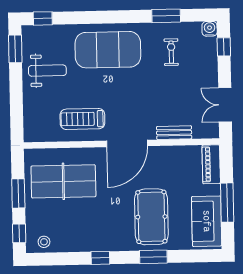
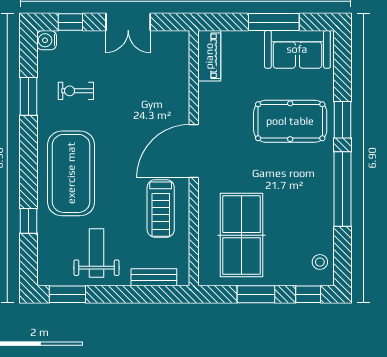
window: (43, 18) -> (28, 221), moved
double door: (225, 105) -> (128, 22), moved
bench: (174, 133) -> (154, 277), moved, turned 90
door: (127, 143) -> (194, 151), swing flipped
piano: (211, 164) -> (209, 56), moved, turned -90
window: (100, 258) -> (342, 189), width x3.17

